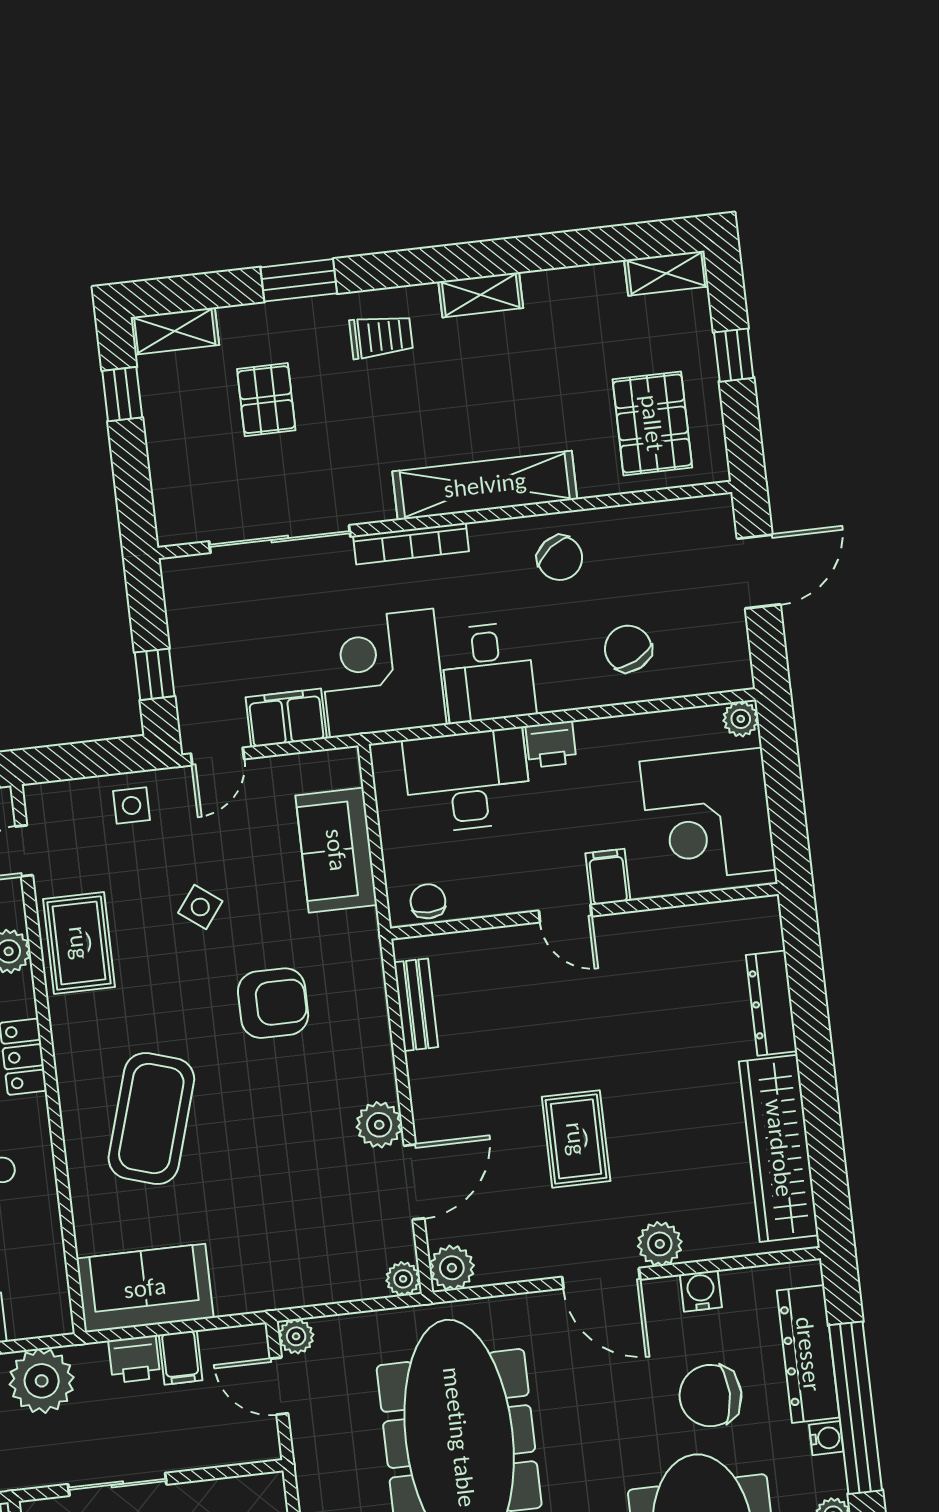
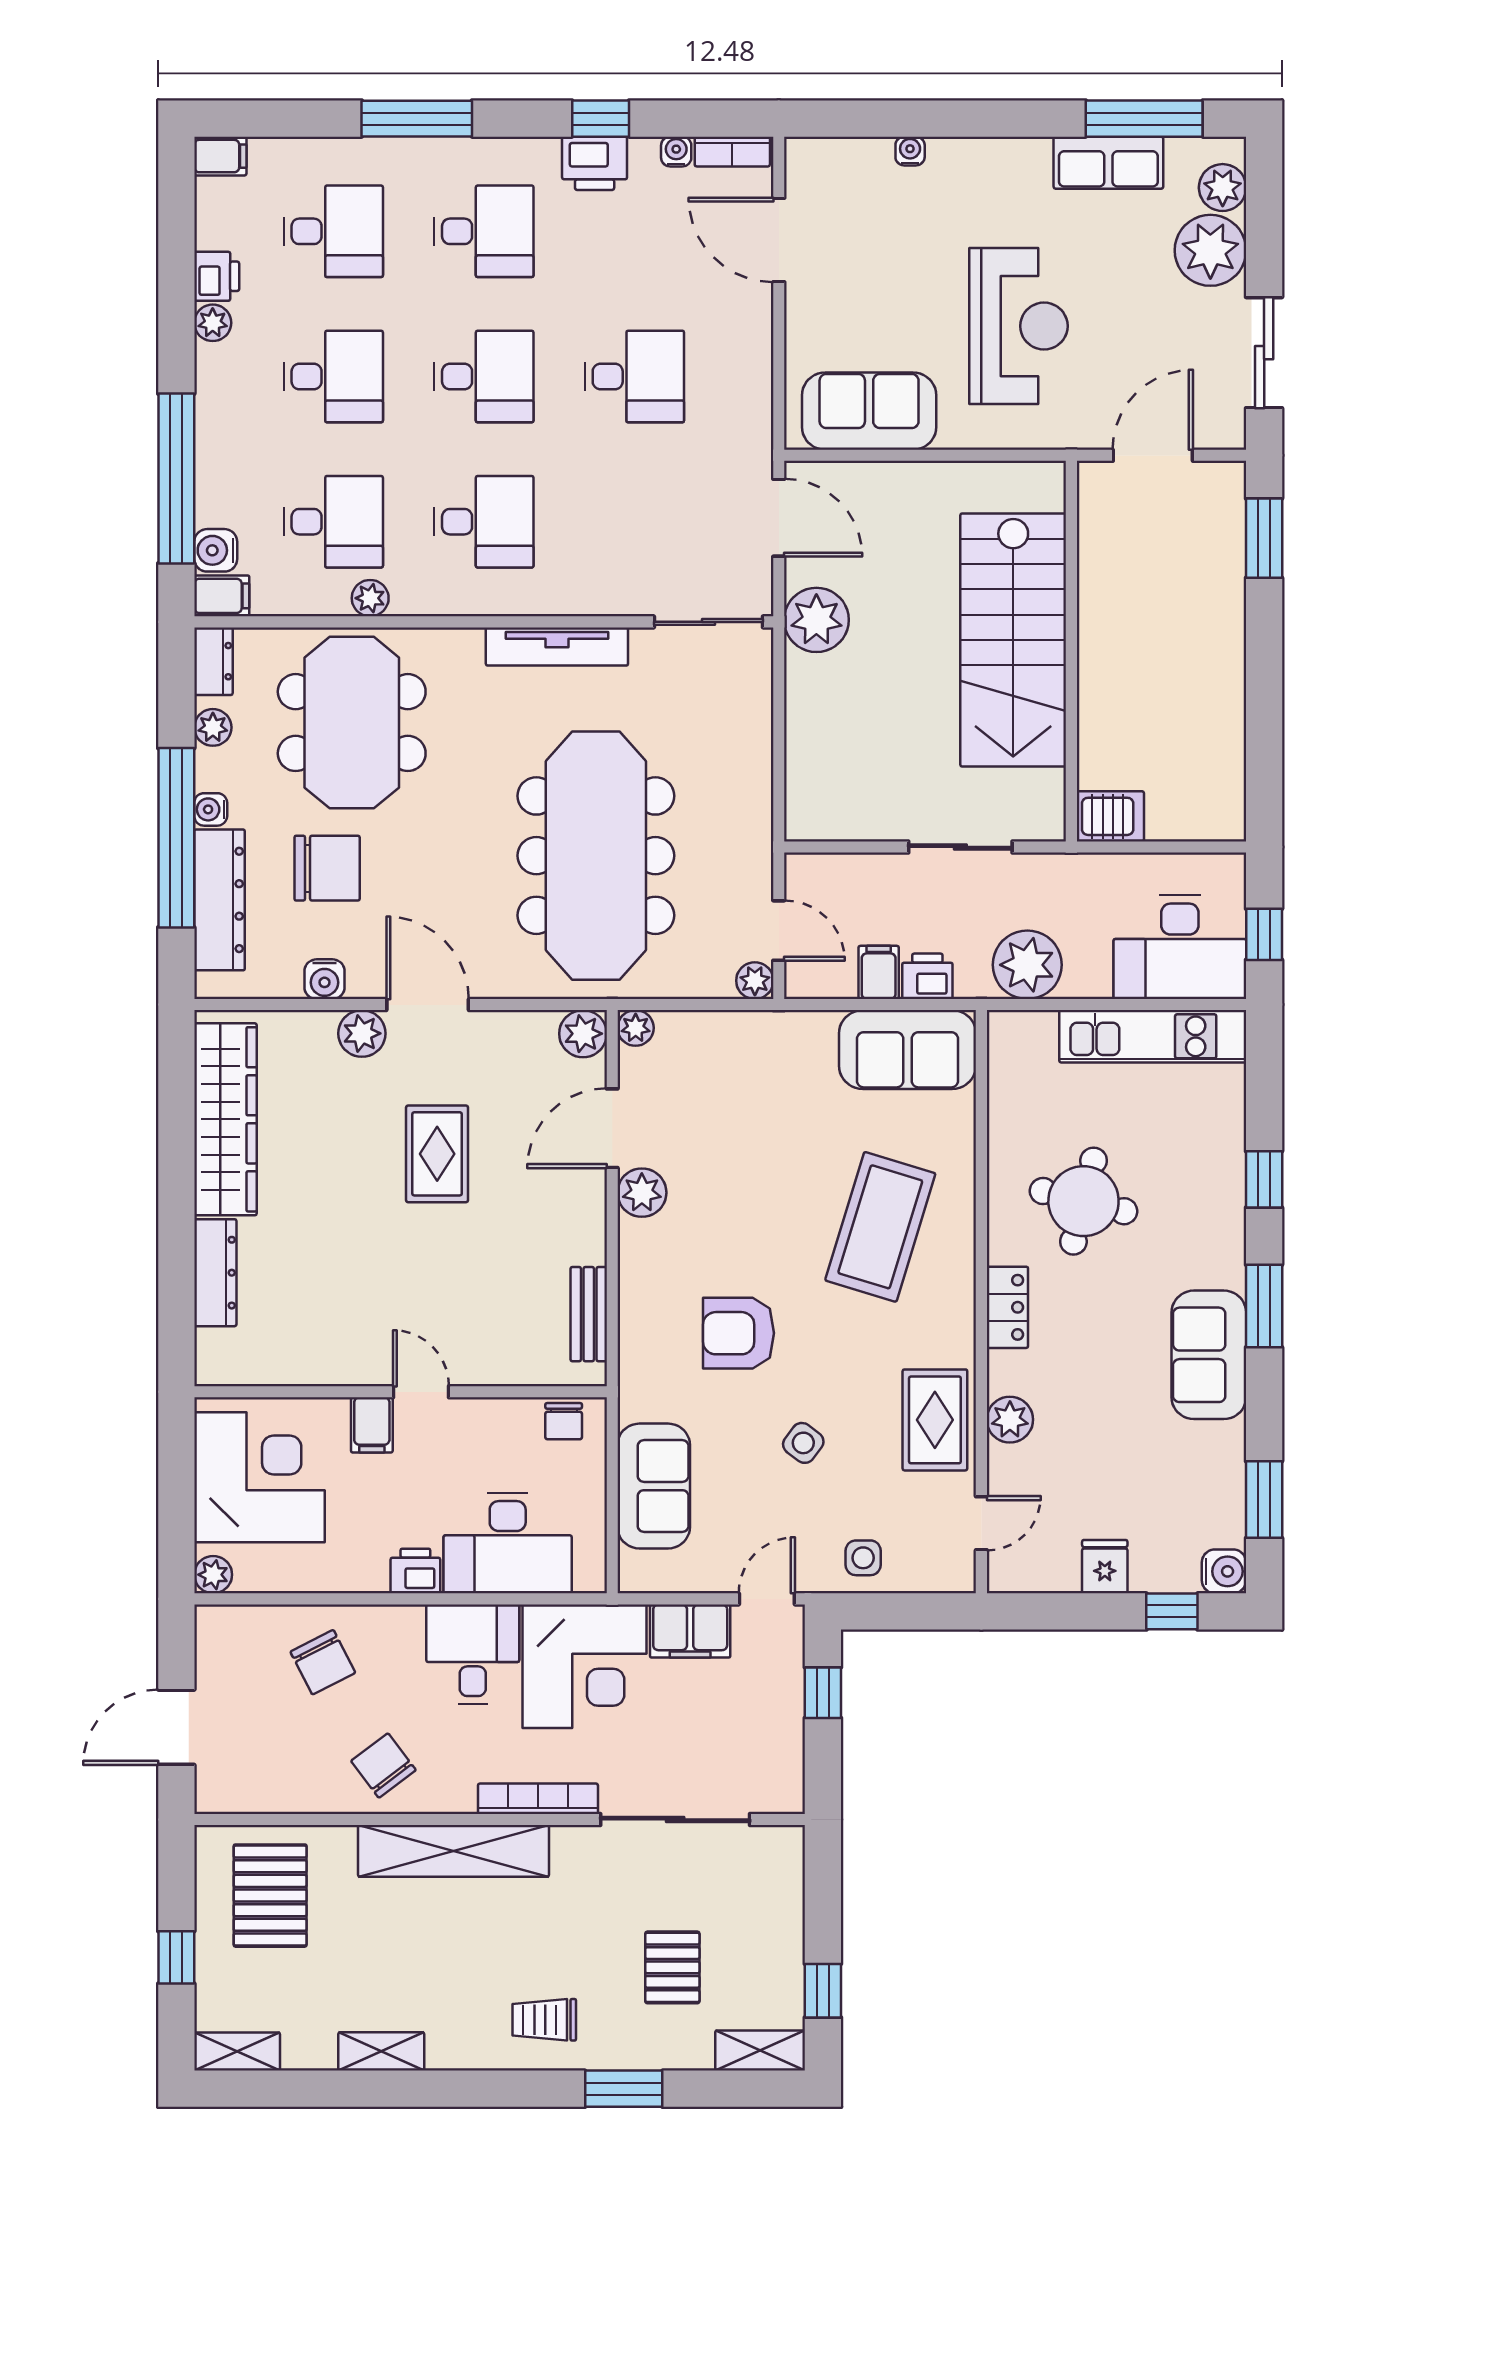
shelving: (481, 295) -> (381, 2051), moved

